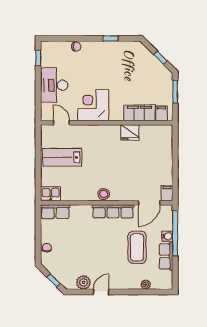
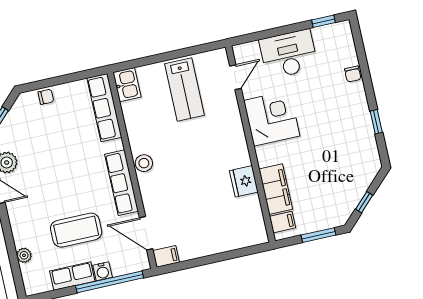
lab bench: (62, 157) -> (184, 90), turned 180
row of seats: (55, 212) -> (104, 108), width x1.48

